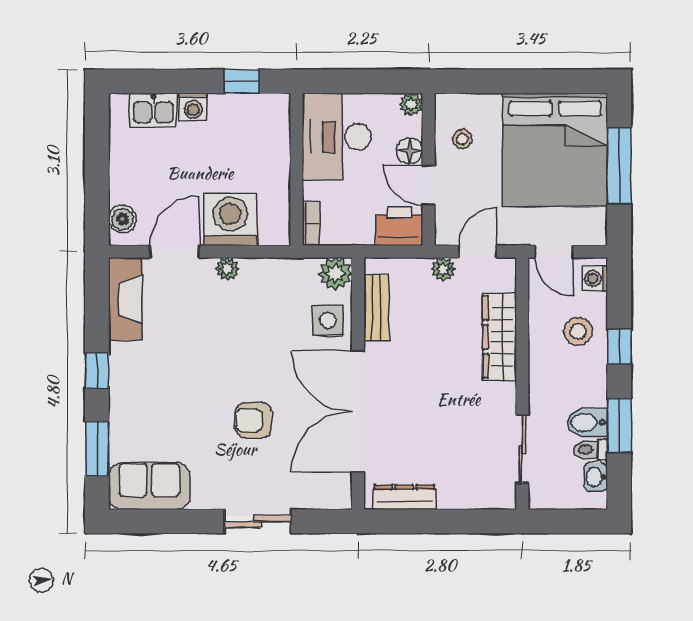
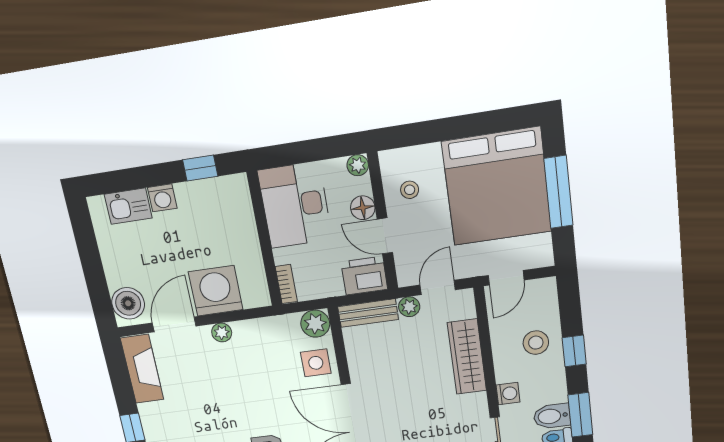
boiler: (122, 219) -> (128, 303), width x1.36, depth x1.36
door: (554, 251) -> (506, 278), hinge flipped
washing machine: (595, 278) -> (508, 394), moved, turned 180
bench: (376, 308) -> (368, 313), moved, turned 90

